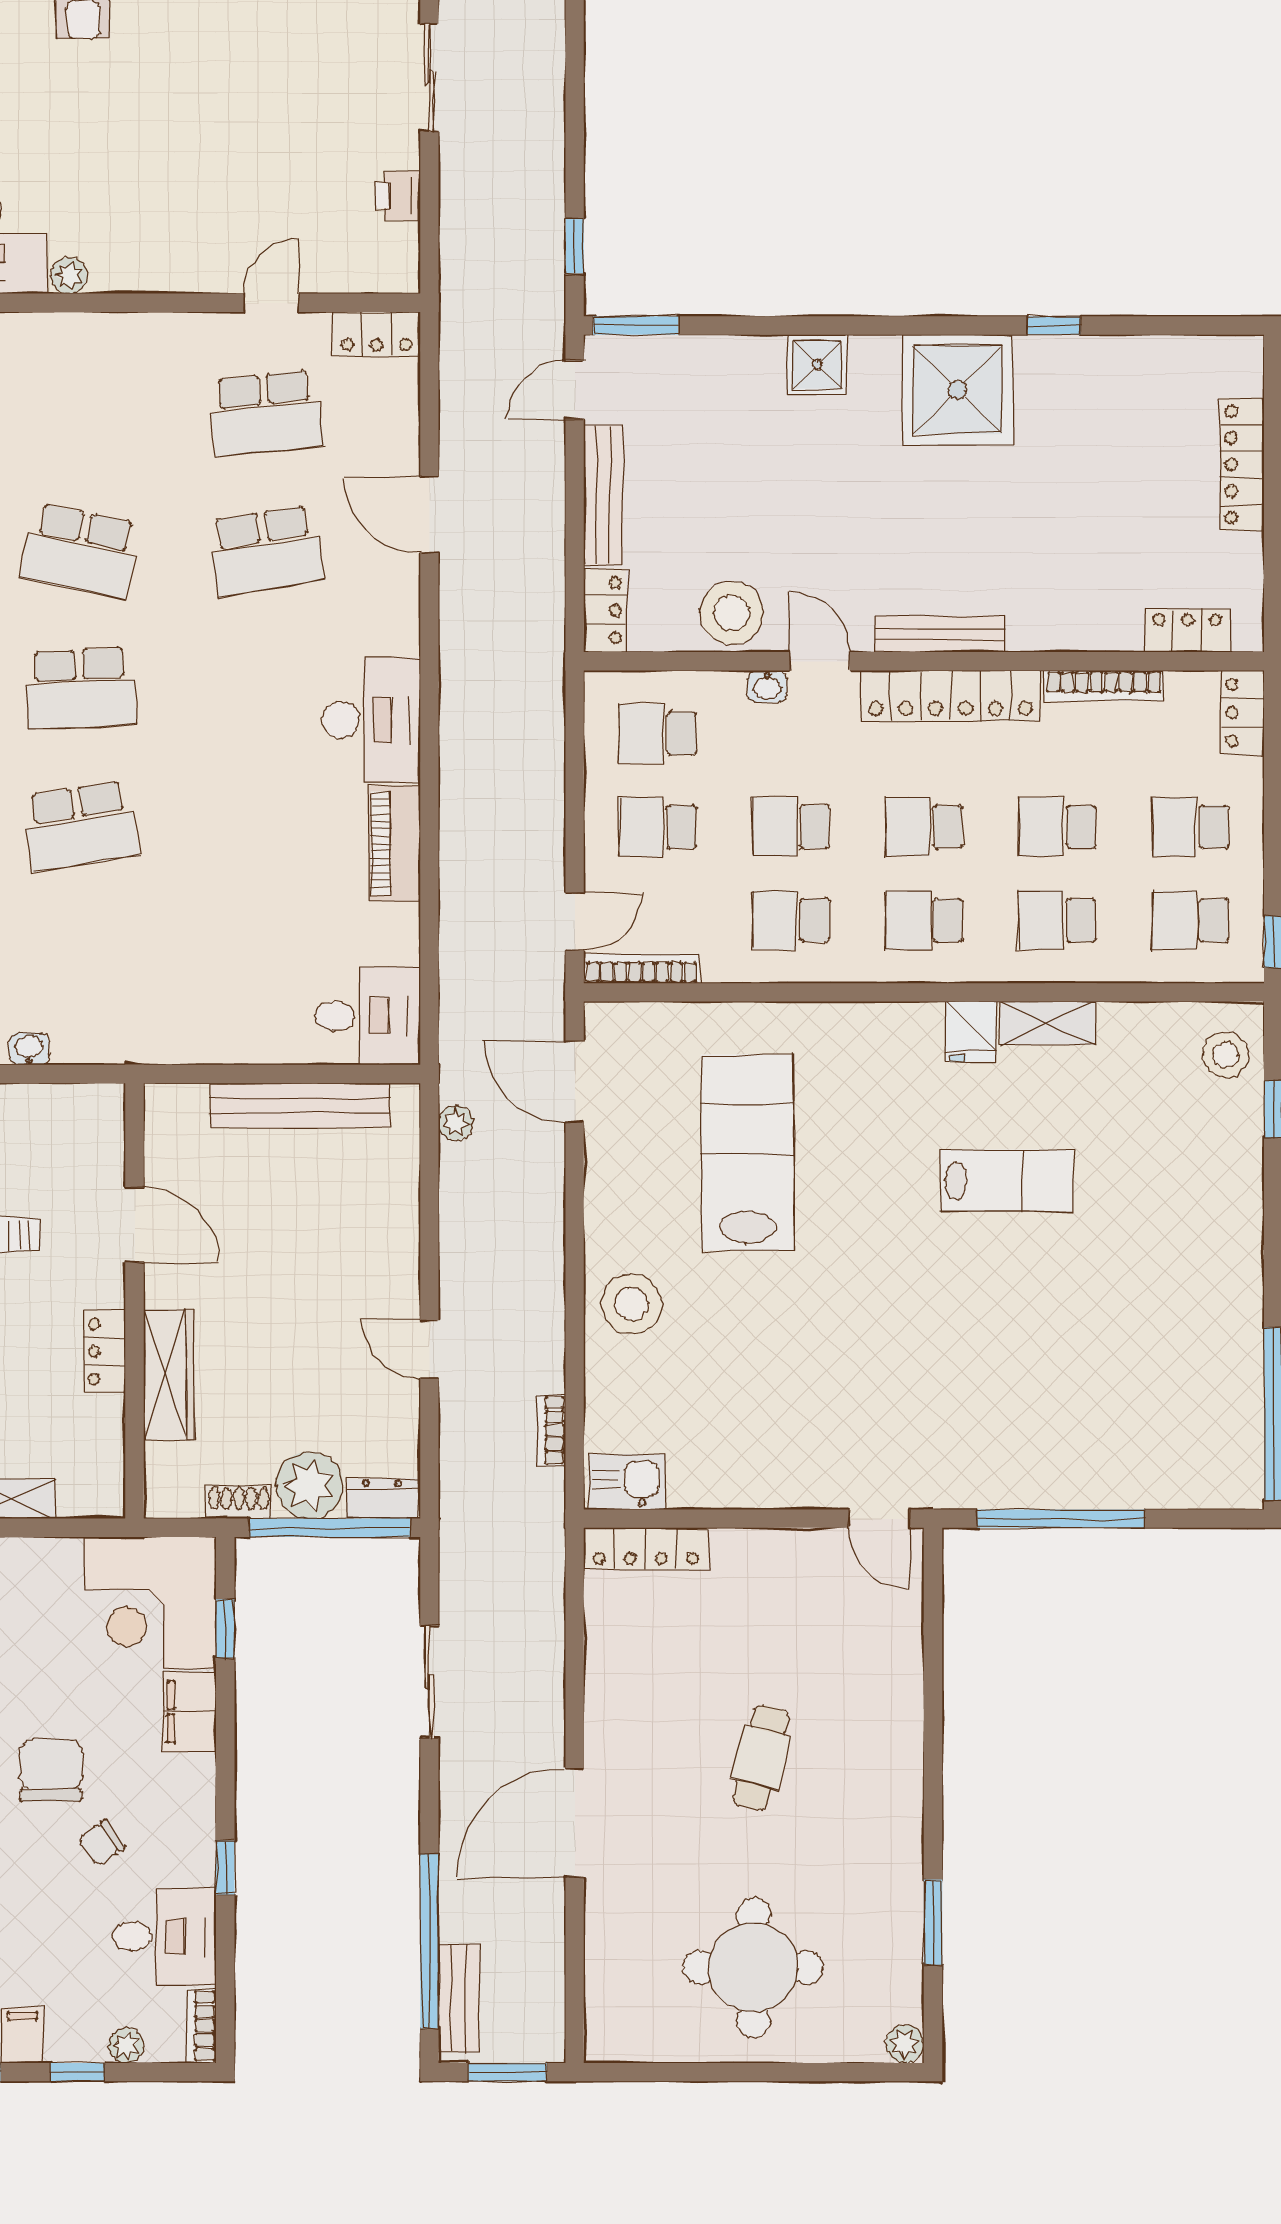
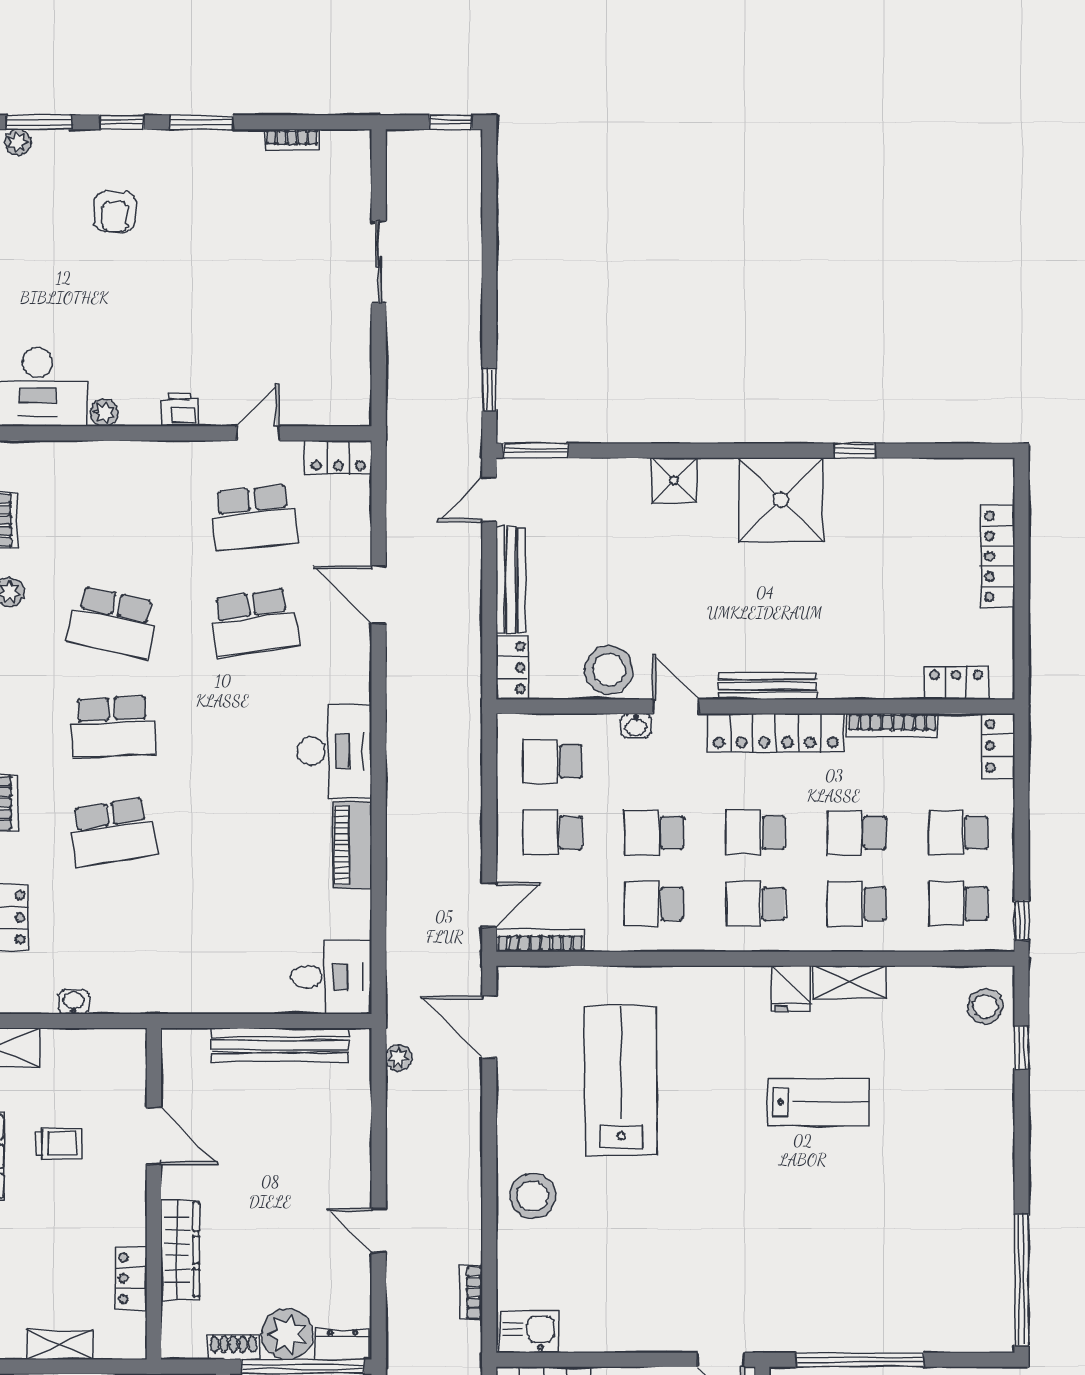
printer: (398, 195) -> (179, 410), moved, turned 90
locker: (105, 1351) -> (131, 1278), moved

